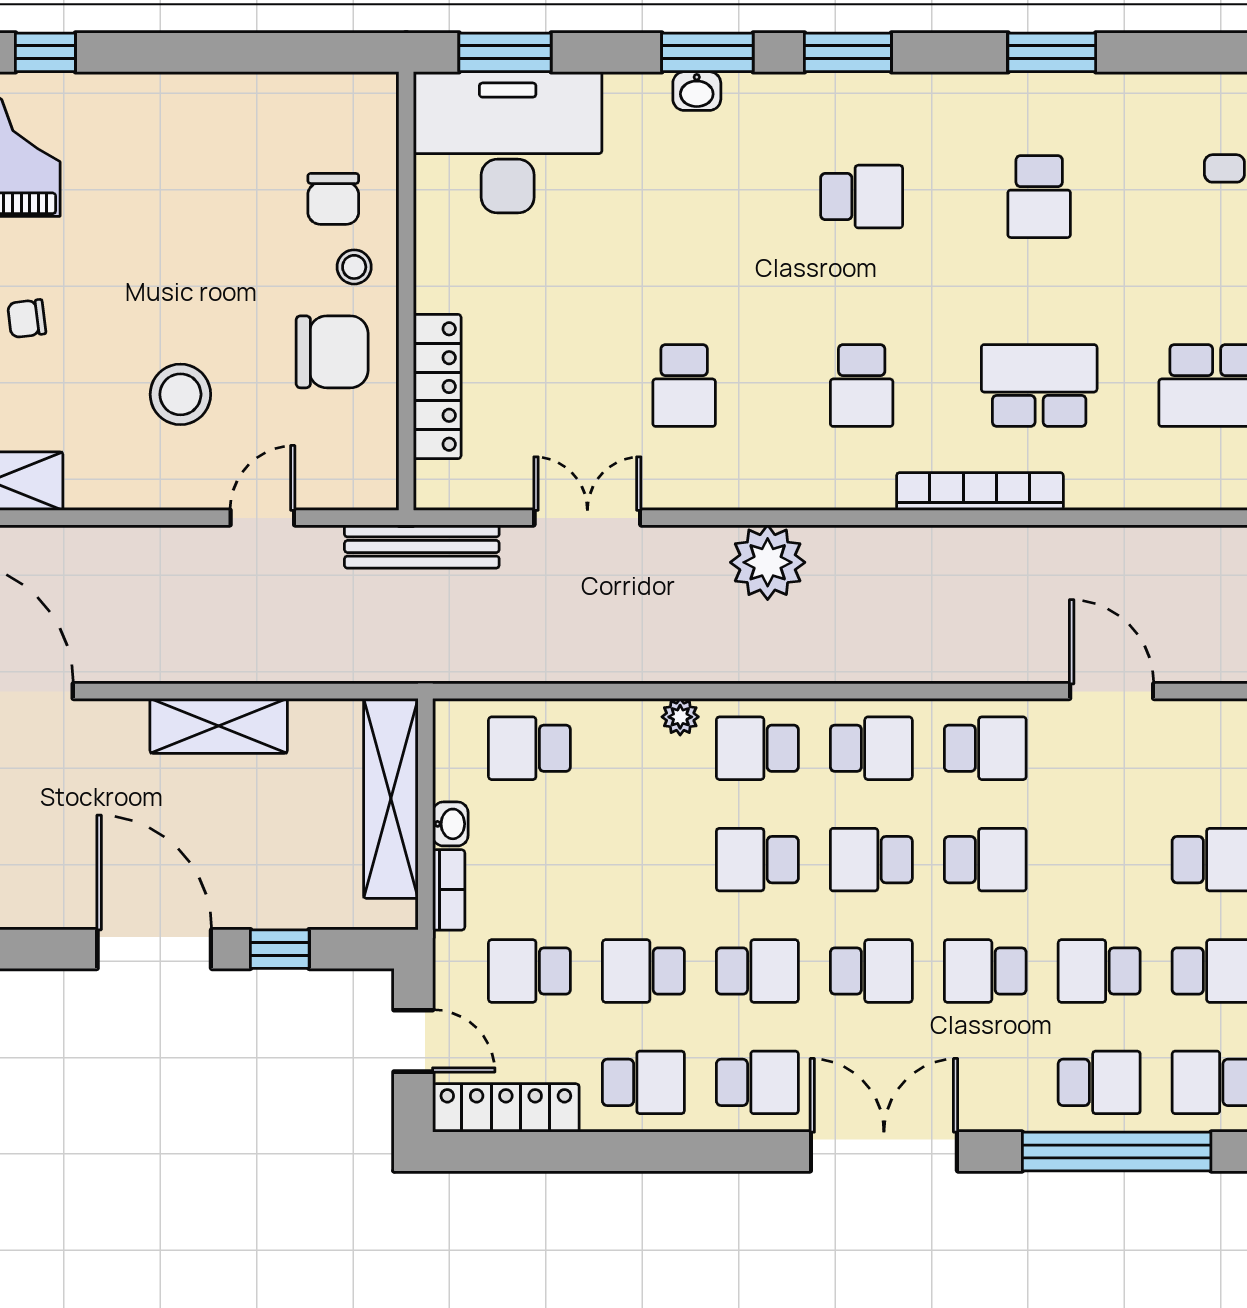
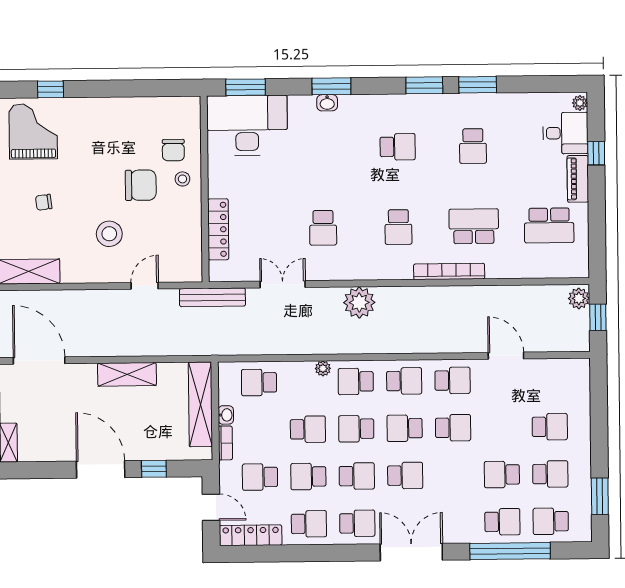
window: (848, 52) -> (424, 85), moved
chair: (332, 352) -> (141, 185), moved
school desk: (985, 971) -> (308, 429), moved, turned 180

